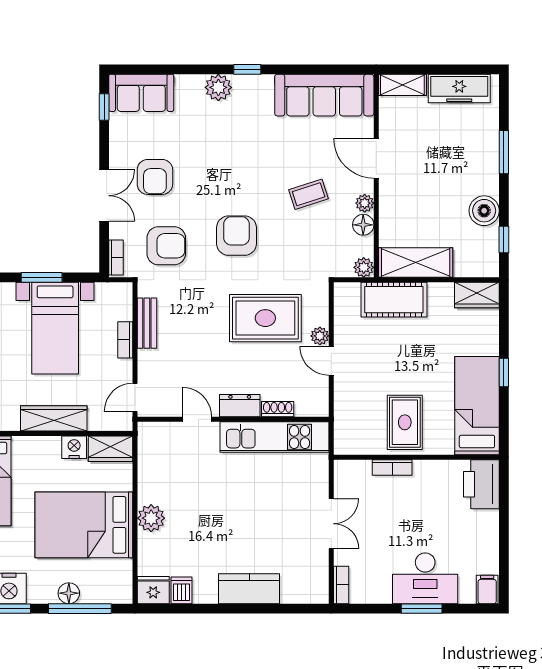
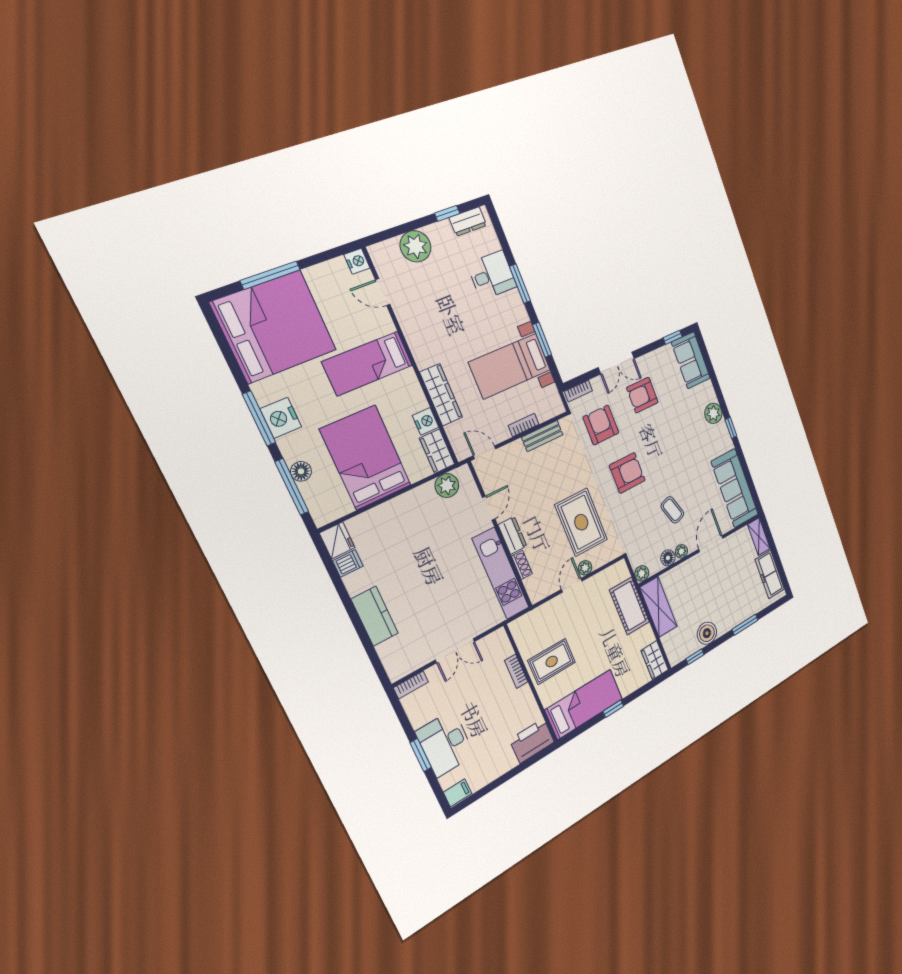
armchair: (166, 246) -> (601, 425), turned 180
plant: (151, 518) -> (447, 486), moved

